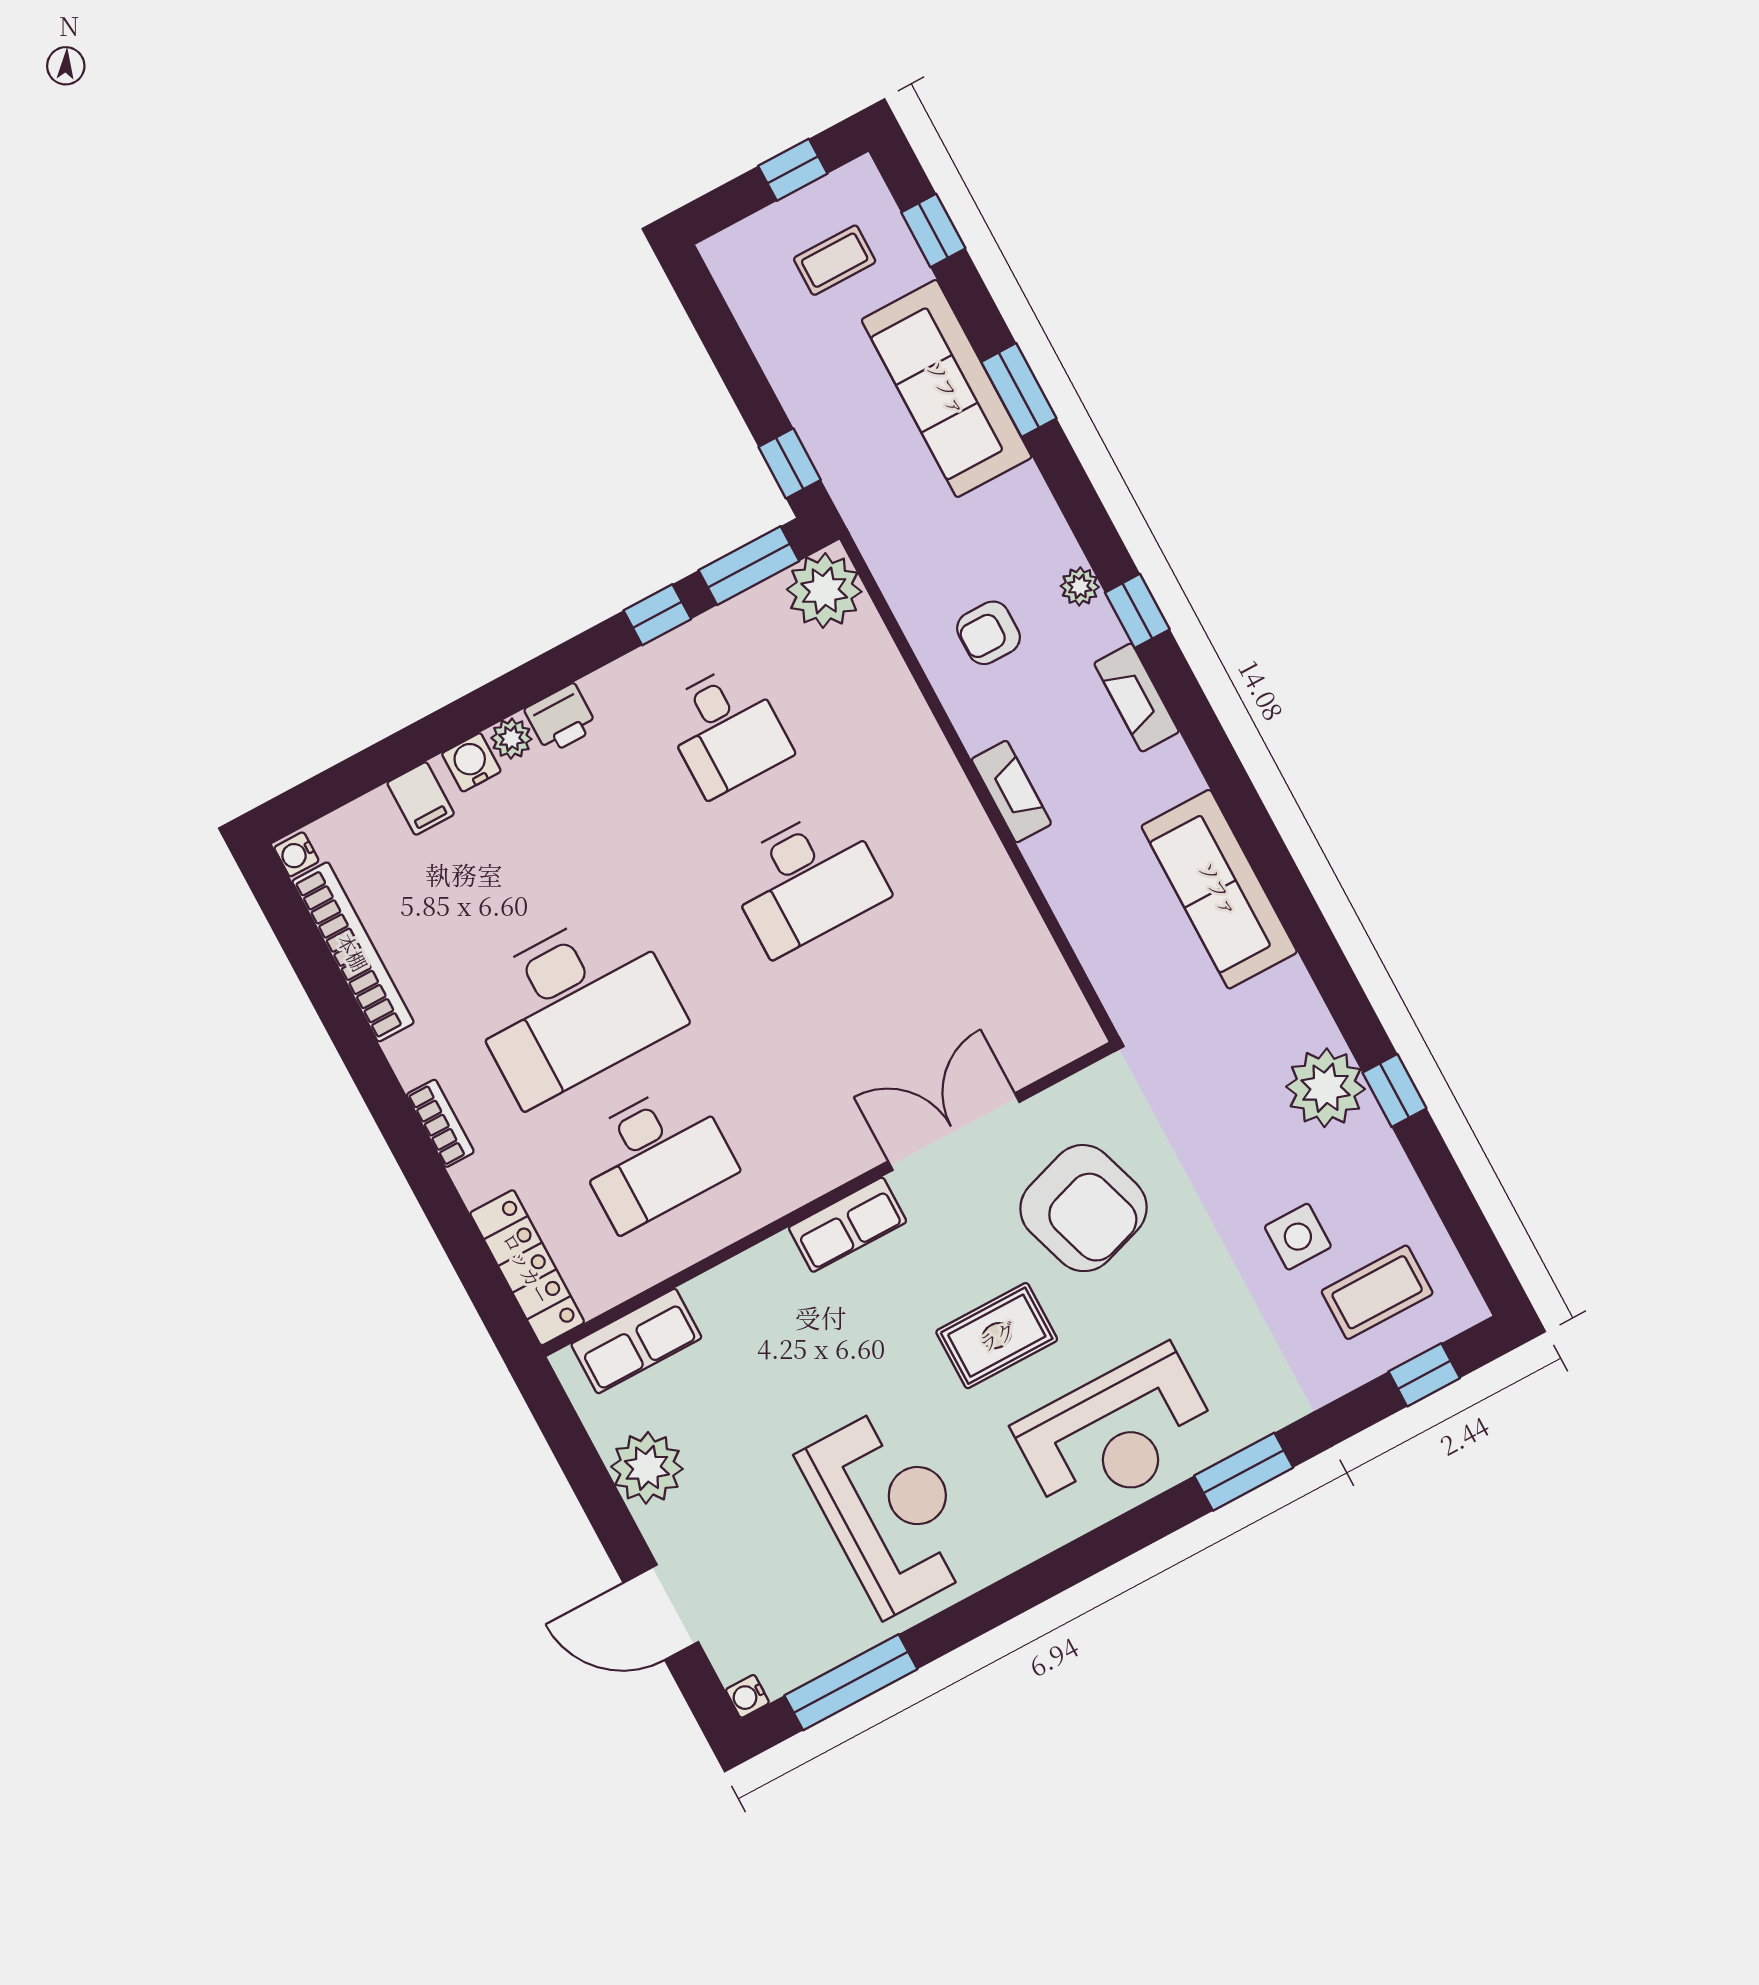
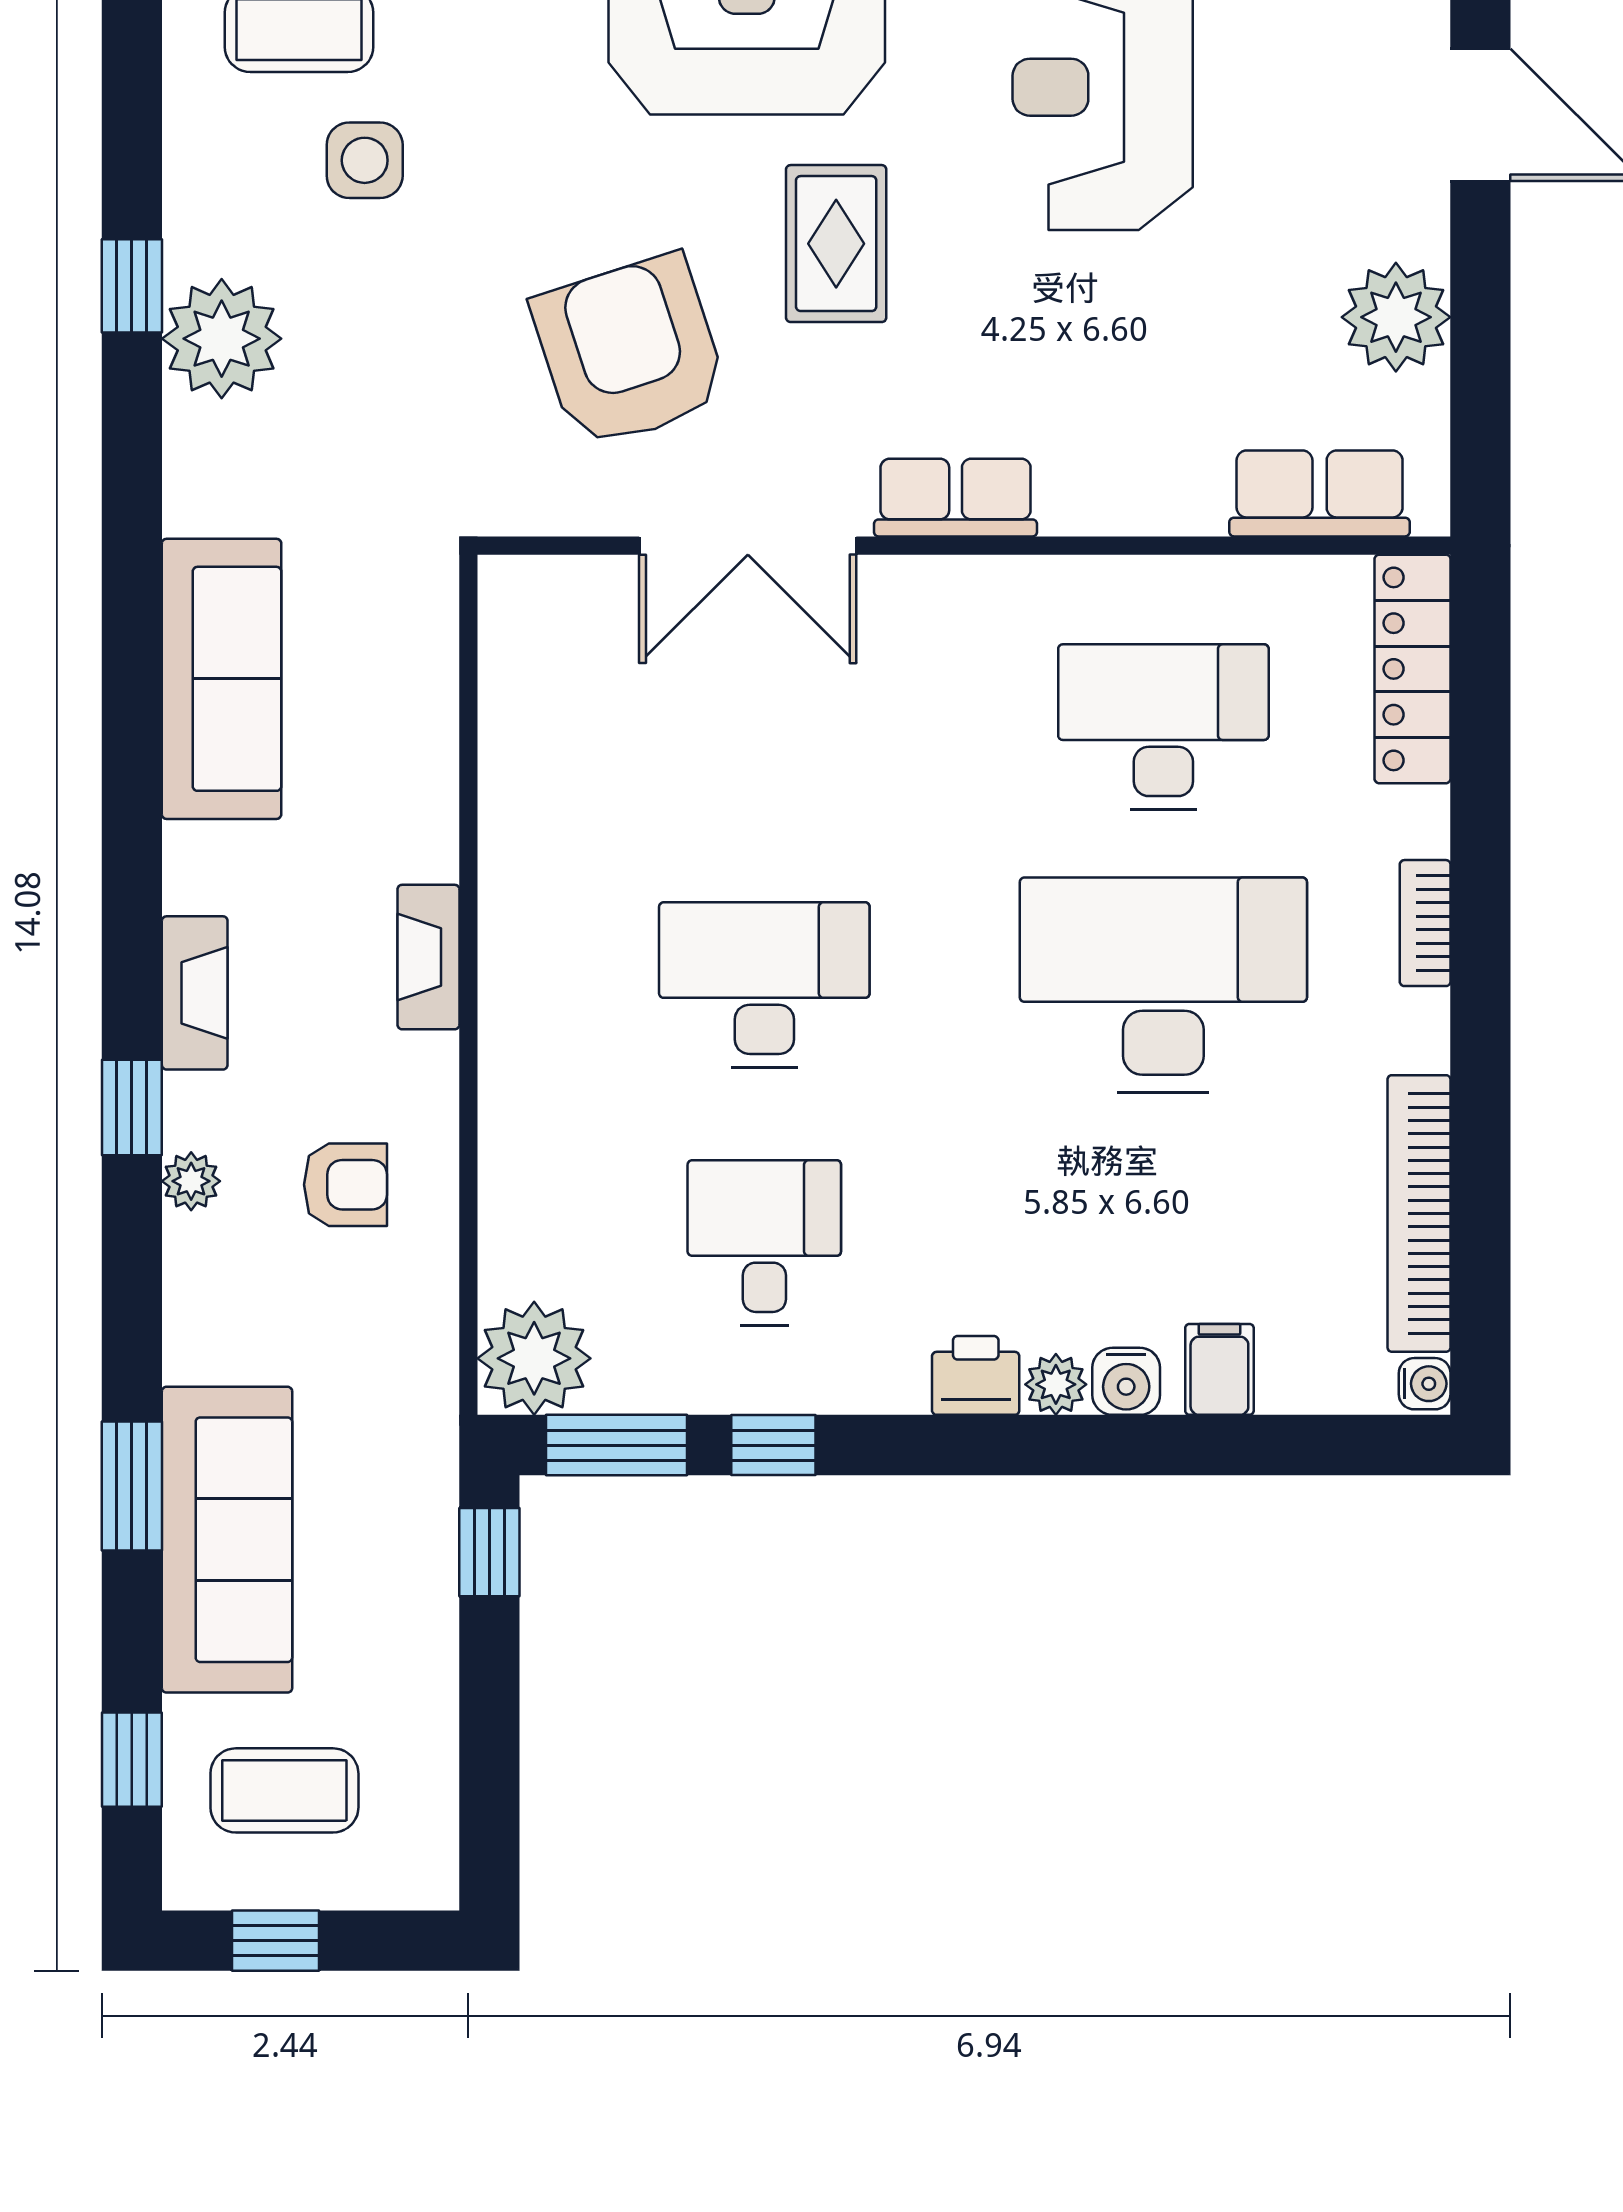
coffee table: (835, 260) -> (284, 1790), width x1.36, depth x1.30
rug: (997, 1336) -> (836, 244), turned 90

